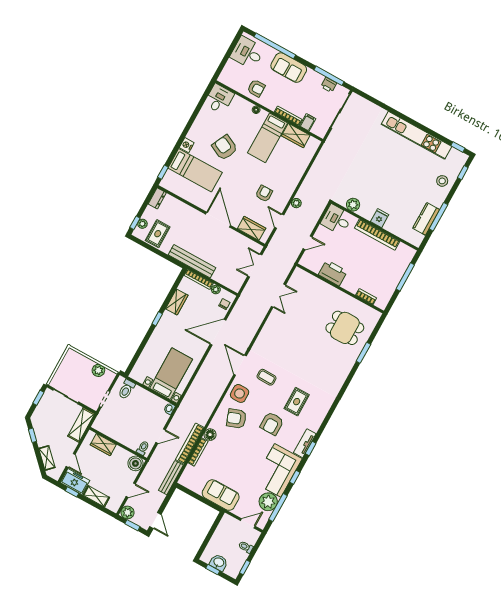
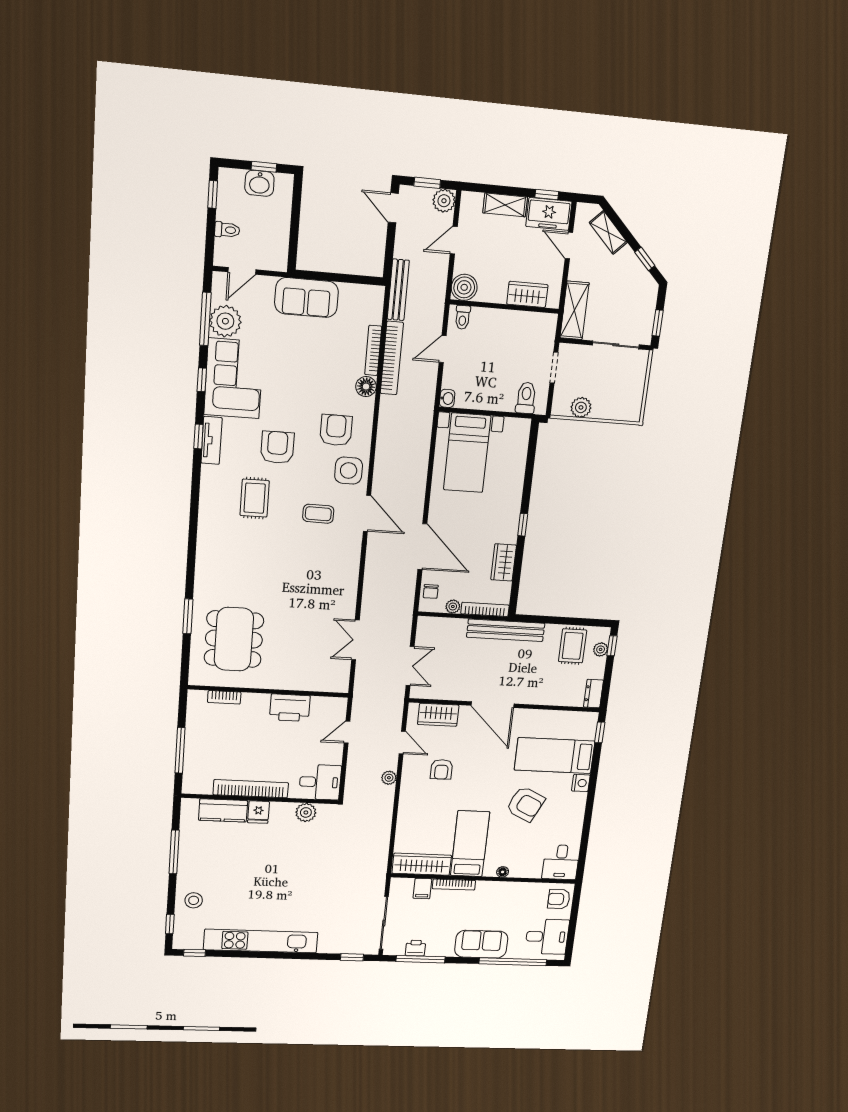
armchair: (256, 88) -> (559, 899), moved
window: (369, 98) -> (352, 957), added
wardrobe: (296, 136) -> (422, 864), width x1.50
kitchen counter: (426, 219) -> (223, 810), moved, turned 90
dining table: (345, 328) -> (234, 639), width x1.38
door: (218, 332) -> (422, 547), hinge flipped
armchair: (236, 418) -> (336, 430), turned -70

